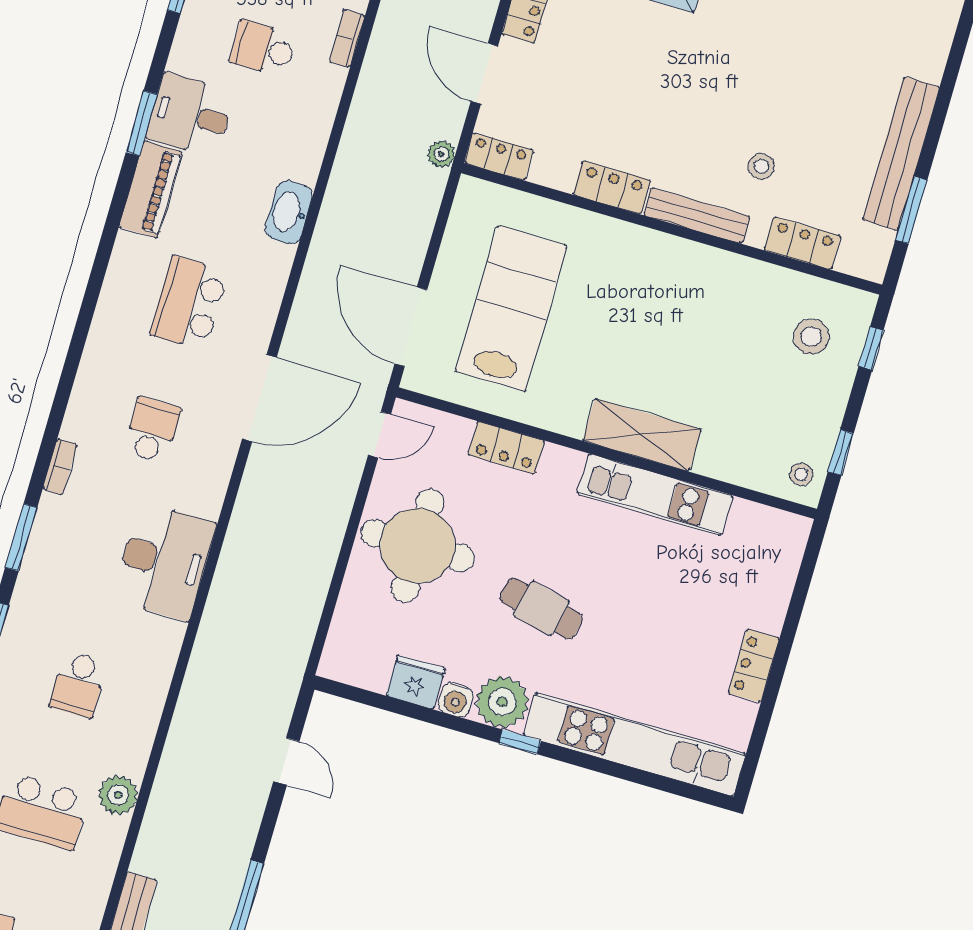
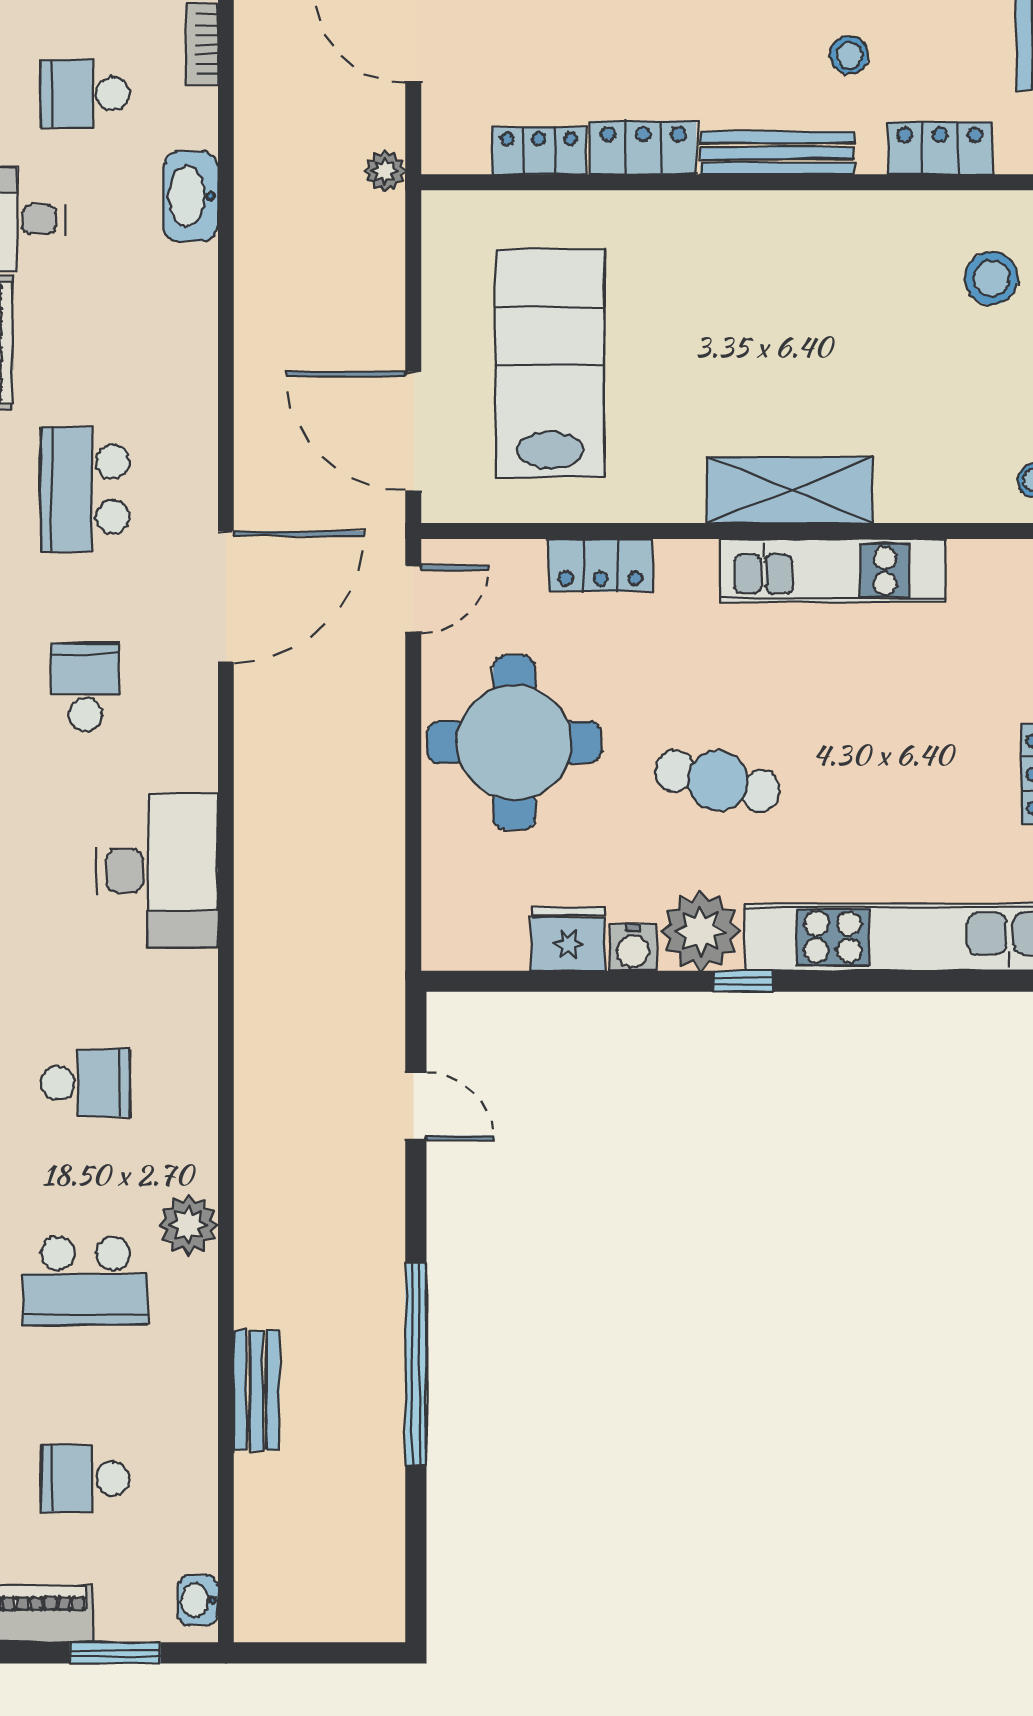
locker: (499, 157) -> (539, 151), moved
washbasin: (289, 212) -> (190, 196), moved
school desk: (78, 684) -> (85, 1083), turned -90

